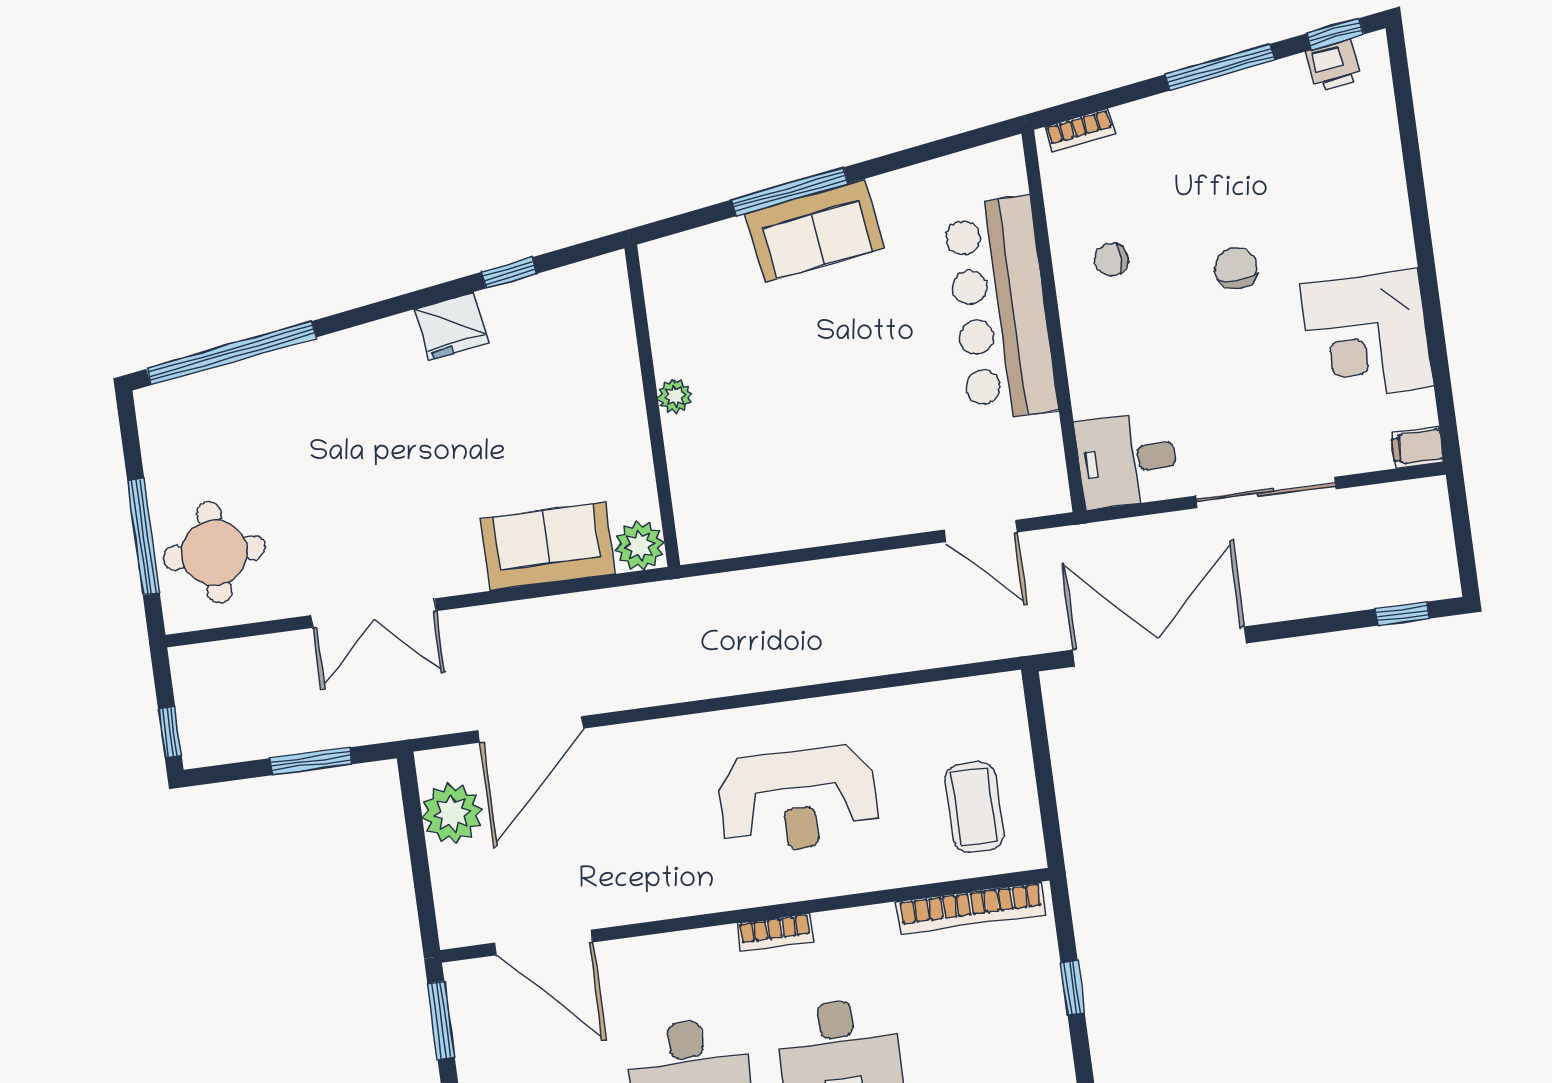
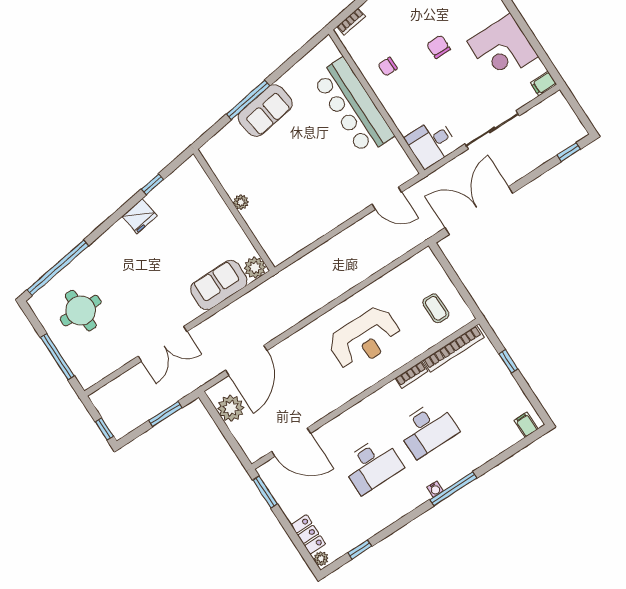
round table: (214, 553) -> (81, 311), moved
coffee table: (974, 807) -> (436, 308), width x0.73, depth x0.77
bookcase: (775, 932) -> (412, 375), moved

